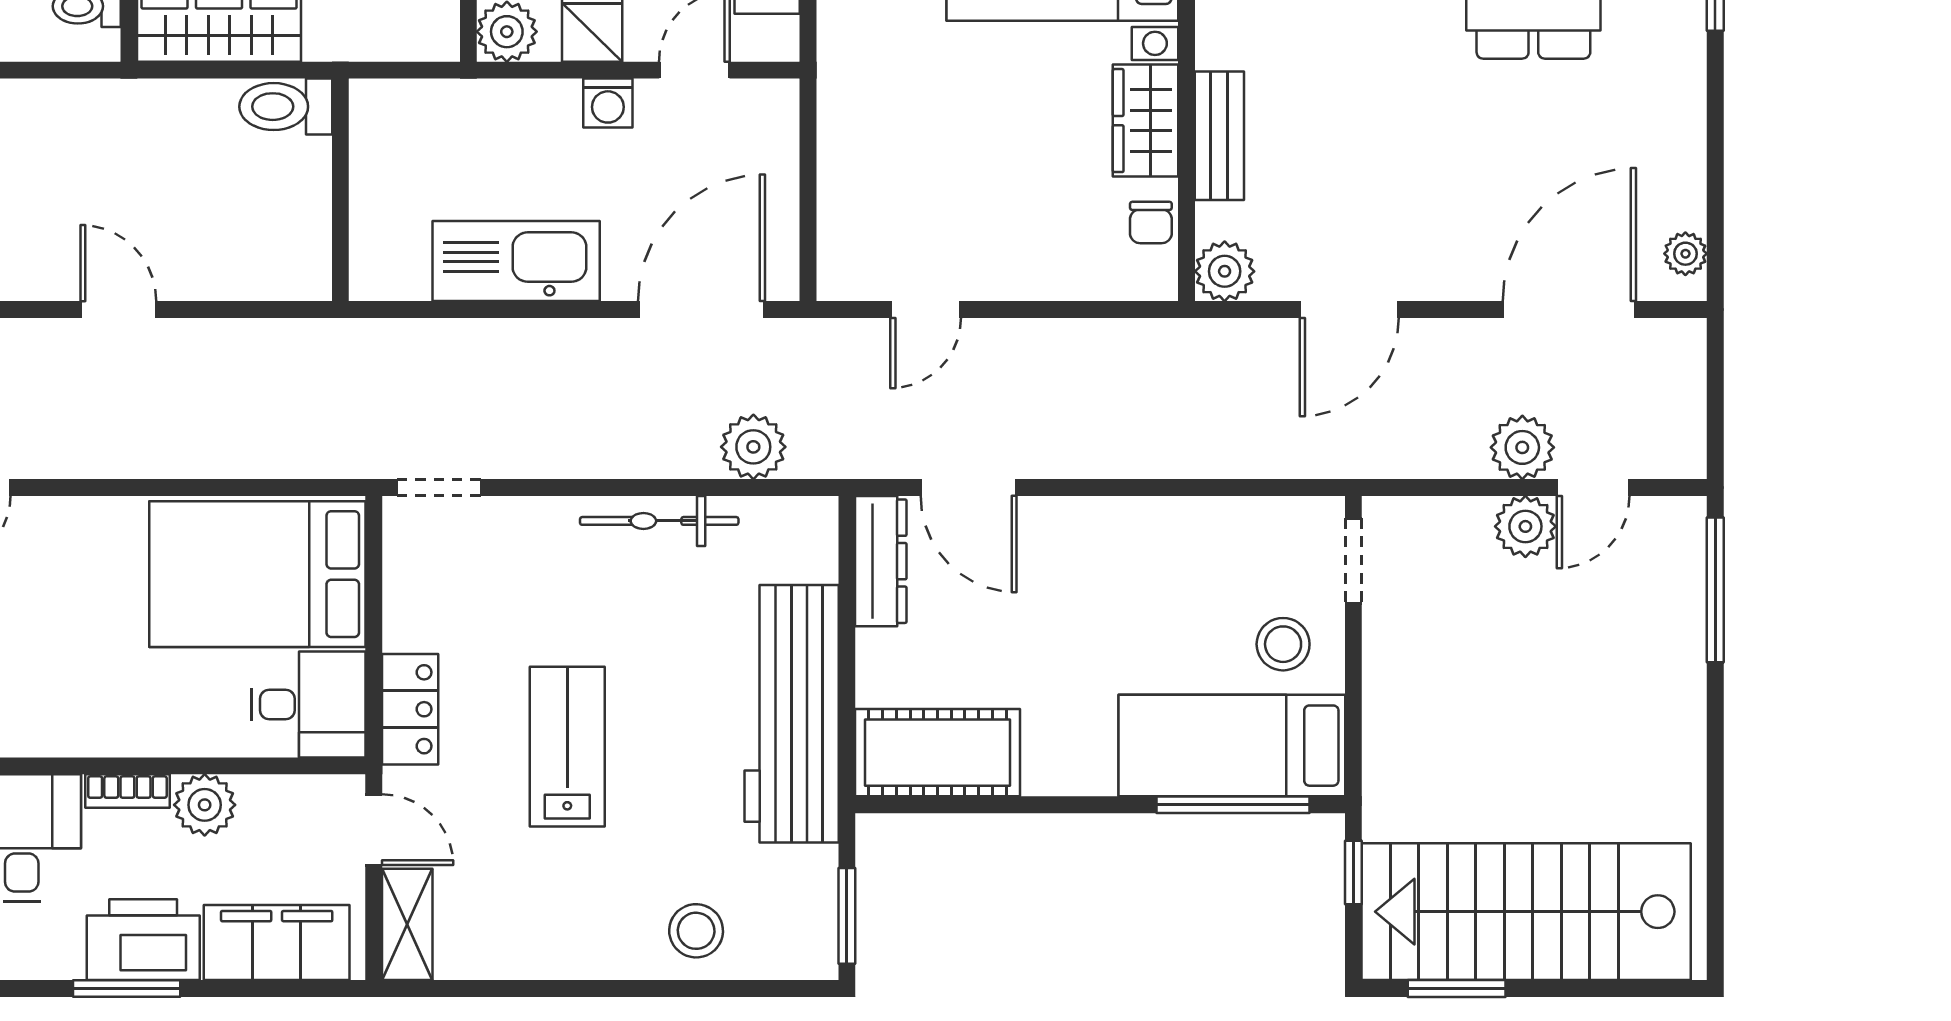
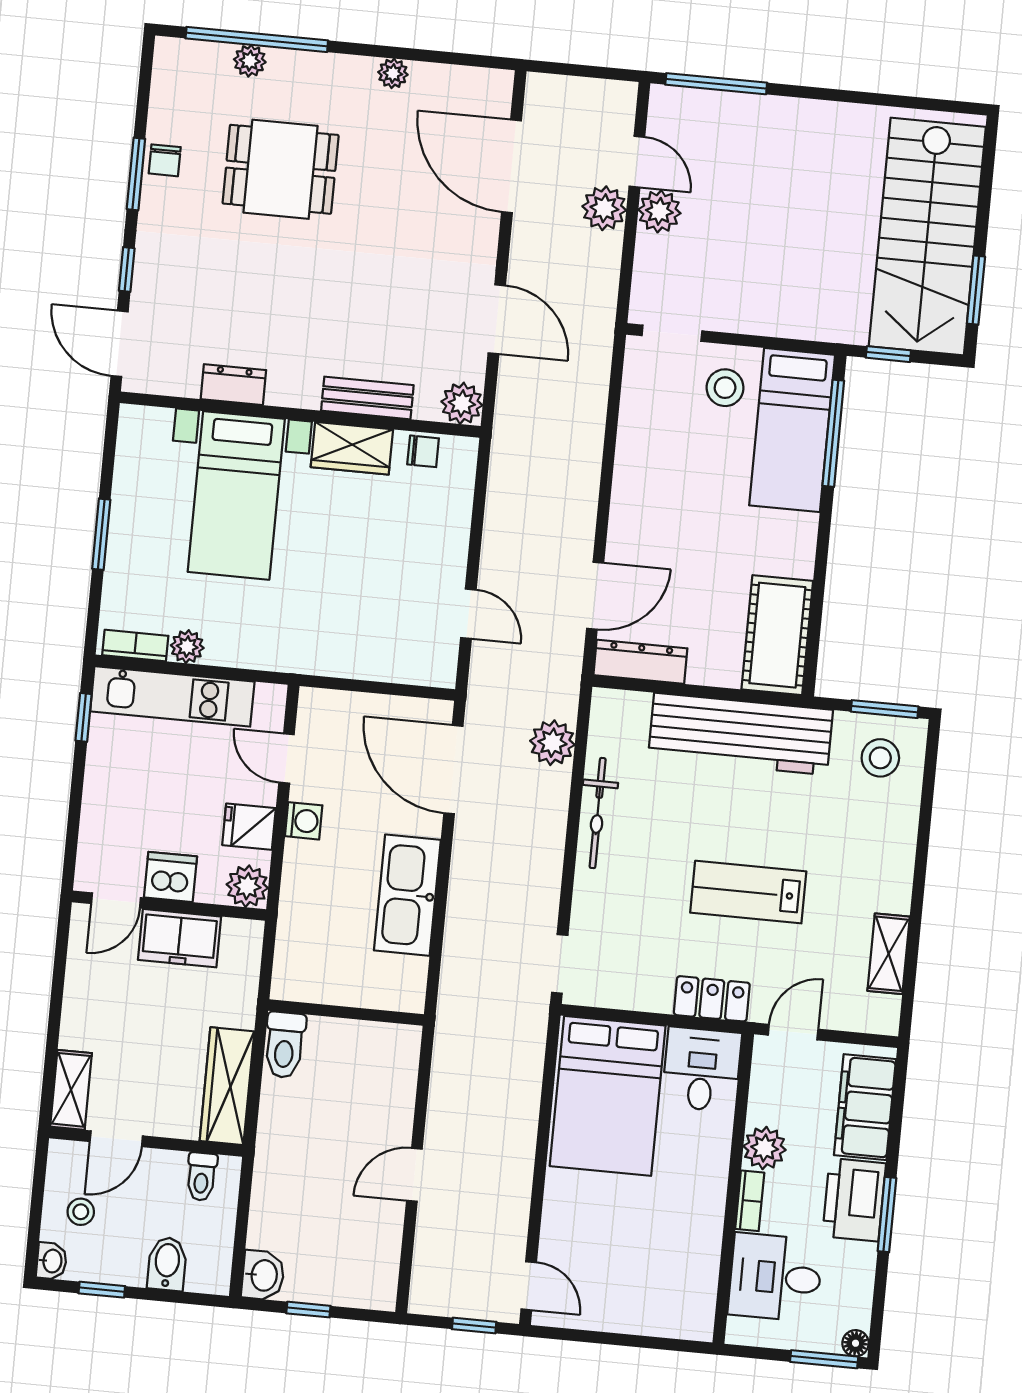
plant: (1685, 254) -> (393, 73), moved
shelving: (407, 924) -> (889, 954), moved, turned 90
stool: (696, 931) -> (880, 758), moved

